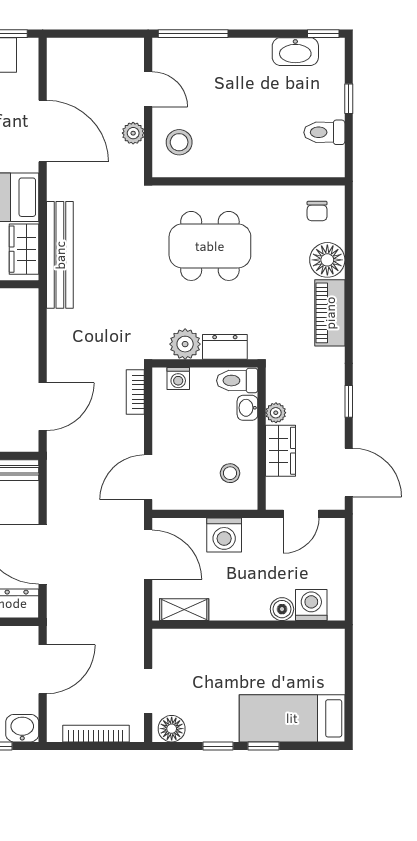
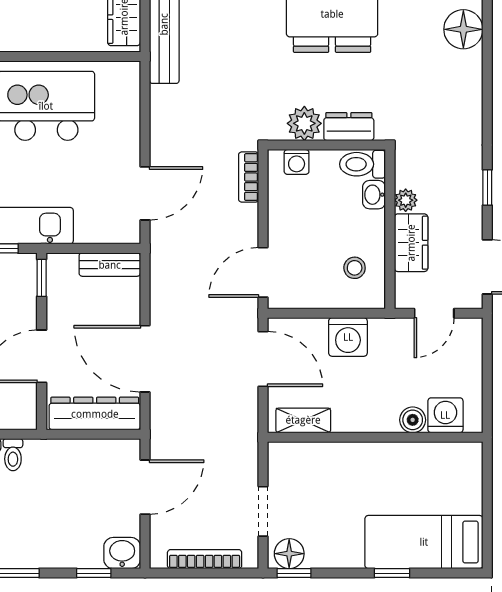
piano: (330, 313) -> (466, 88), removed
window: (218, 746) -> (294, 573), moved

